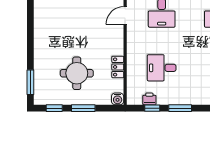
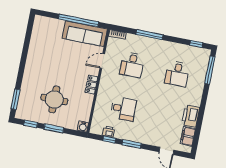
locker: (118, 67) -> (91, 85), moved
desk: (162, 68) -> (123, 109), turned 180

